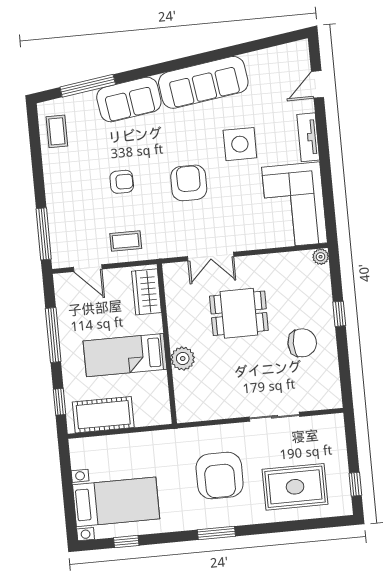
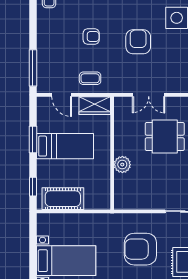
wardrobe: (147, 292) -> (95, 106), moved, turned -90
window: (53, 335) -> (33, 139), width x0.69
bed: (125, 355) -> (65, 146), moved, turned 180
armchair: (220, 476) -> (140, 249), turned 90

